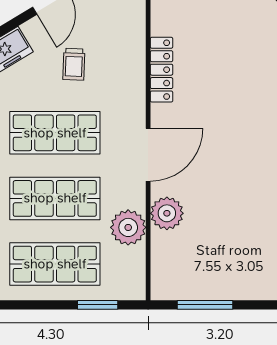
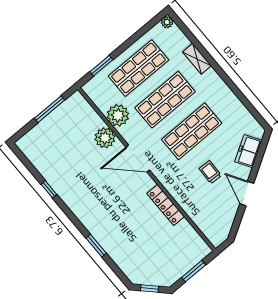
door: (148, 155) -> (138, 159), hinge flipped

